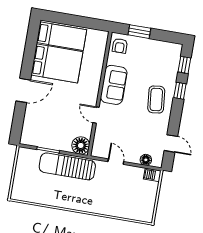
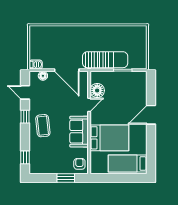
bed: (57, 63) -> (109, 138), moved, turned 180
window: (180, 91) -> (25, 117), moved
door: (96, 115) -> (89, 105), hinge flipped
floor lamp: (81, 145) -> (97, 90), moved
door: (116, 162) -> (67, 70), width x1.88

